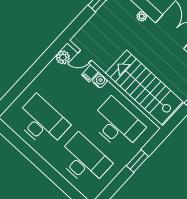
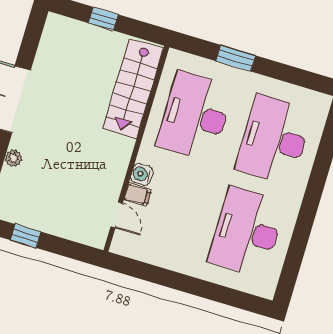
plant: (63, 57) -> (134, 247), removed
stairs: (144, 88) -> (133, 88), width x0.73, depth x0.66

